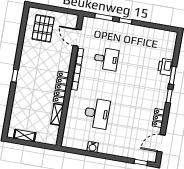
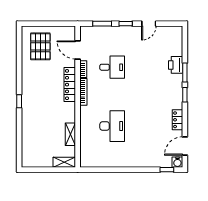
door: (147, 25) -> (149, 24), added
locker: (61, 87) -> (70, 85), moved
shelving: (25, 136) -> (64, 162), moved
water cooler: (93, 147) -> (177, 162), moved

